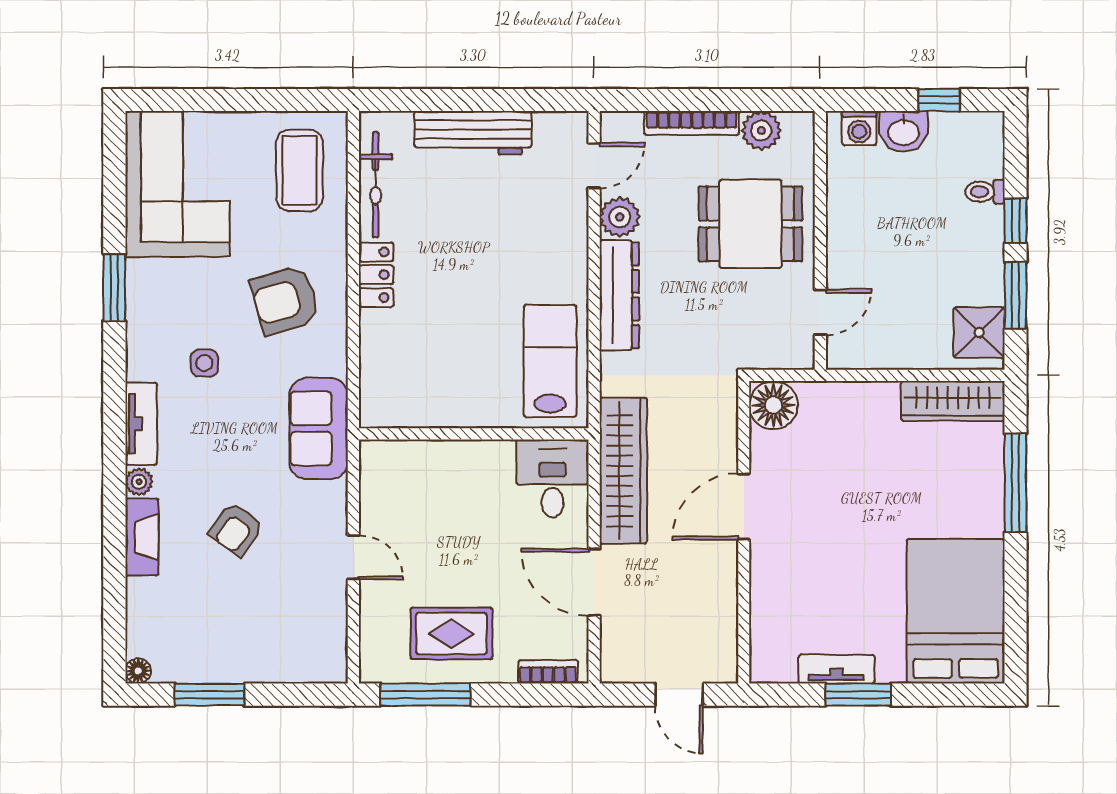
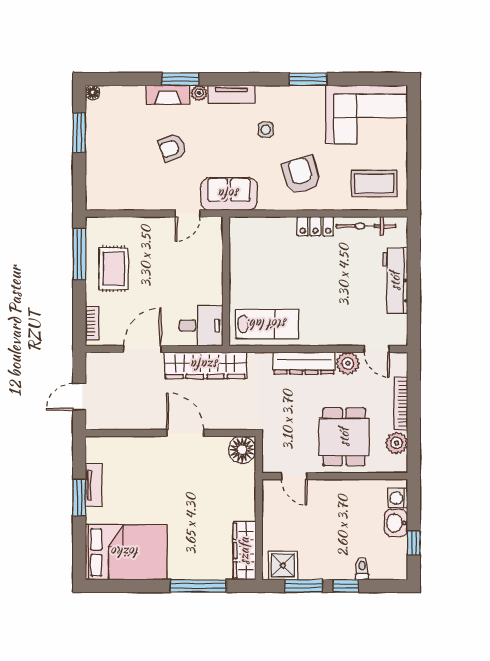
window: (114, 515) -> (180, 79), added
armchair: (236, 529) -> (172, 148), turned -56
door: (353, 557) -> (188, 214), moved

